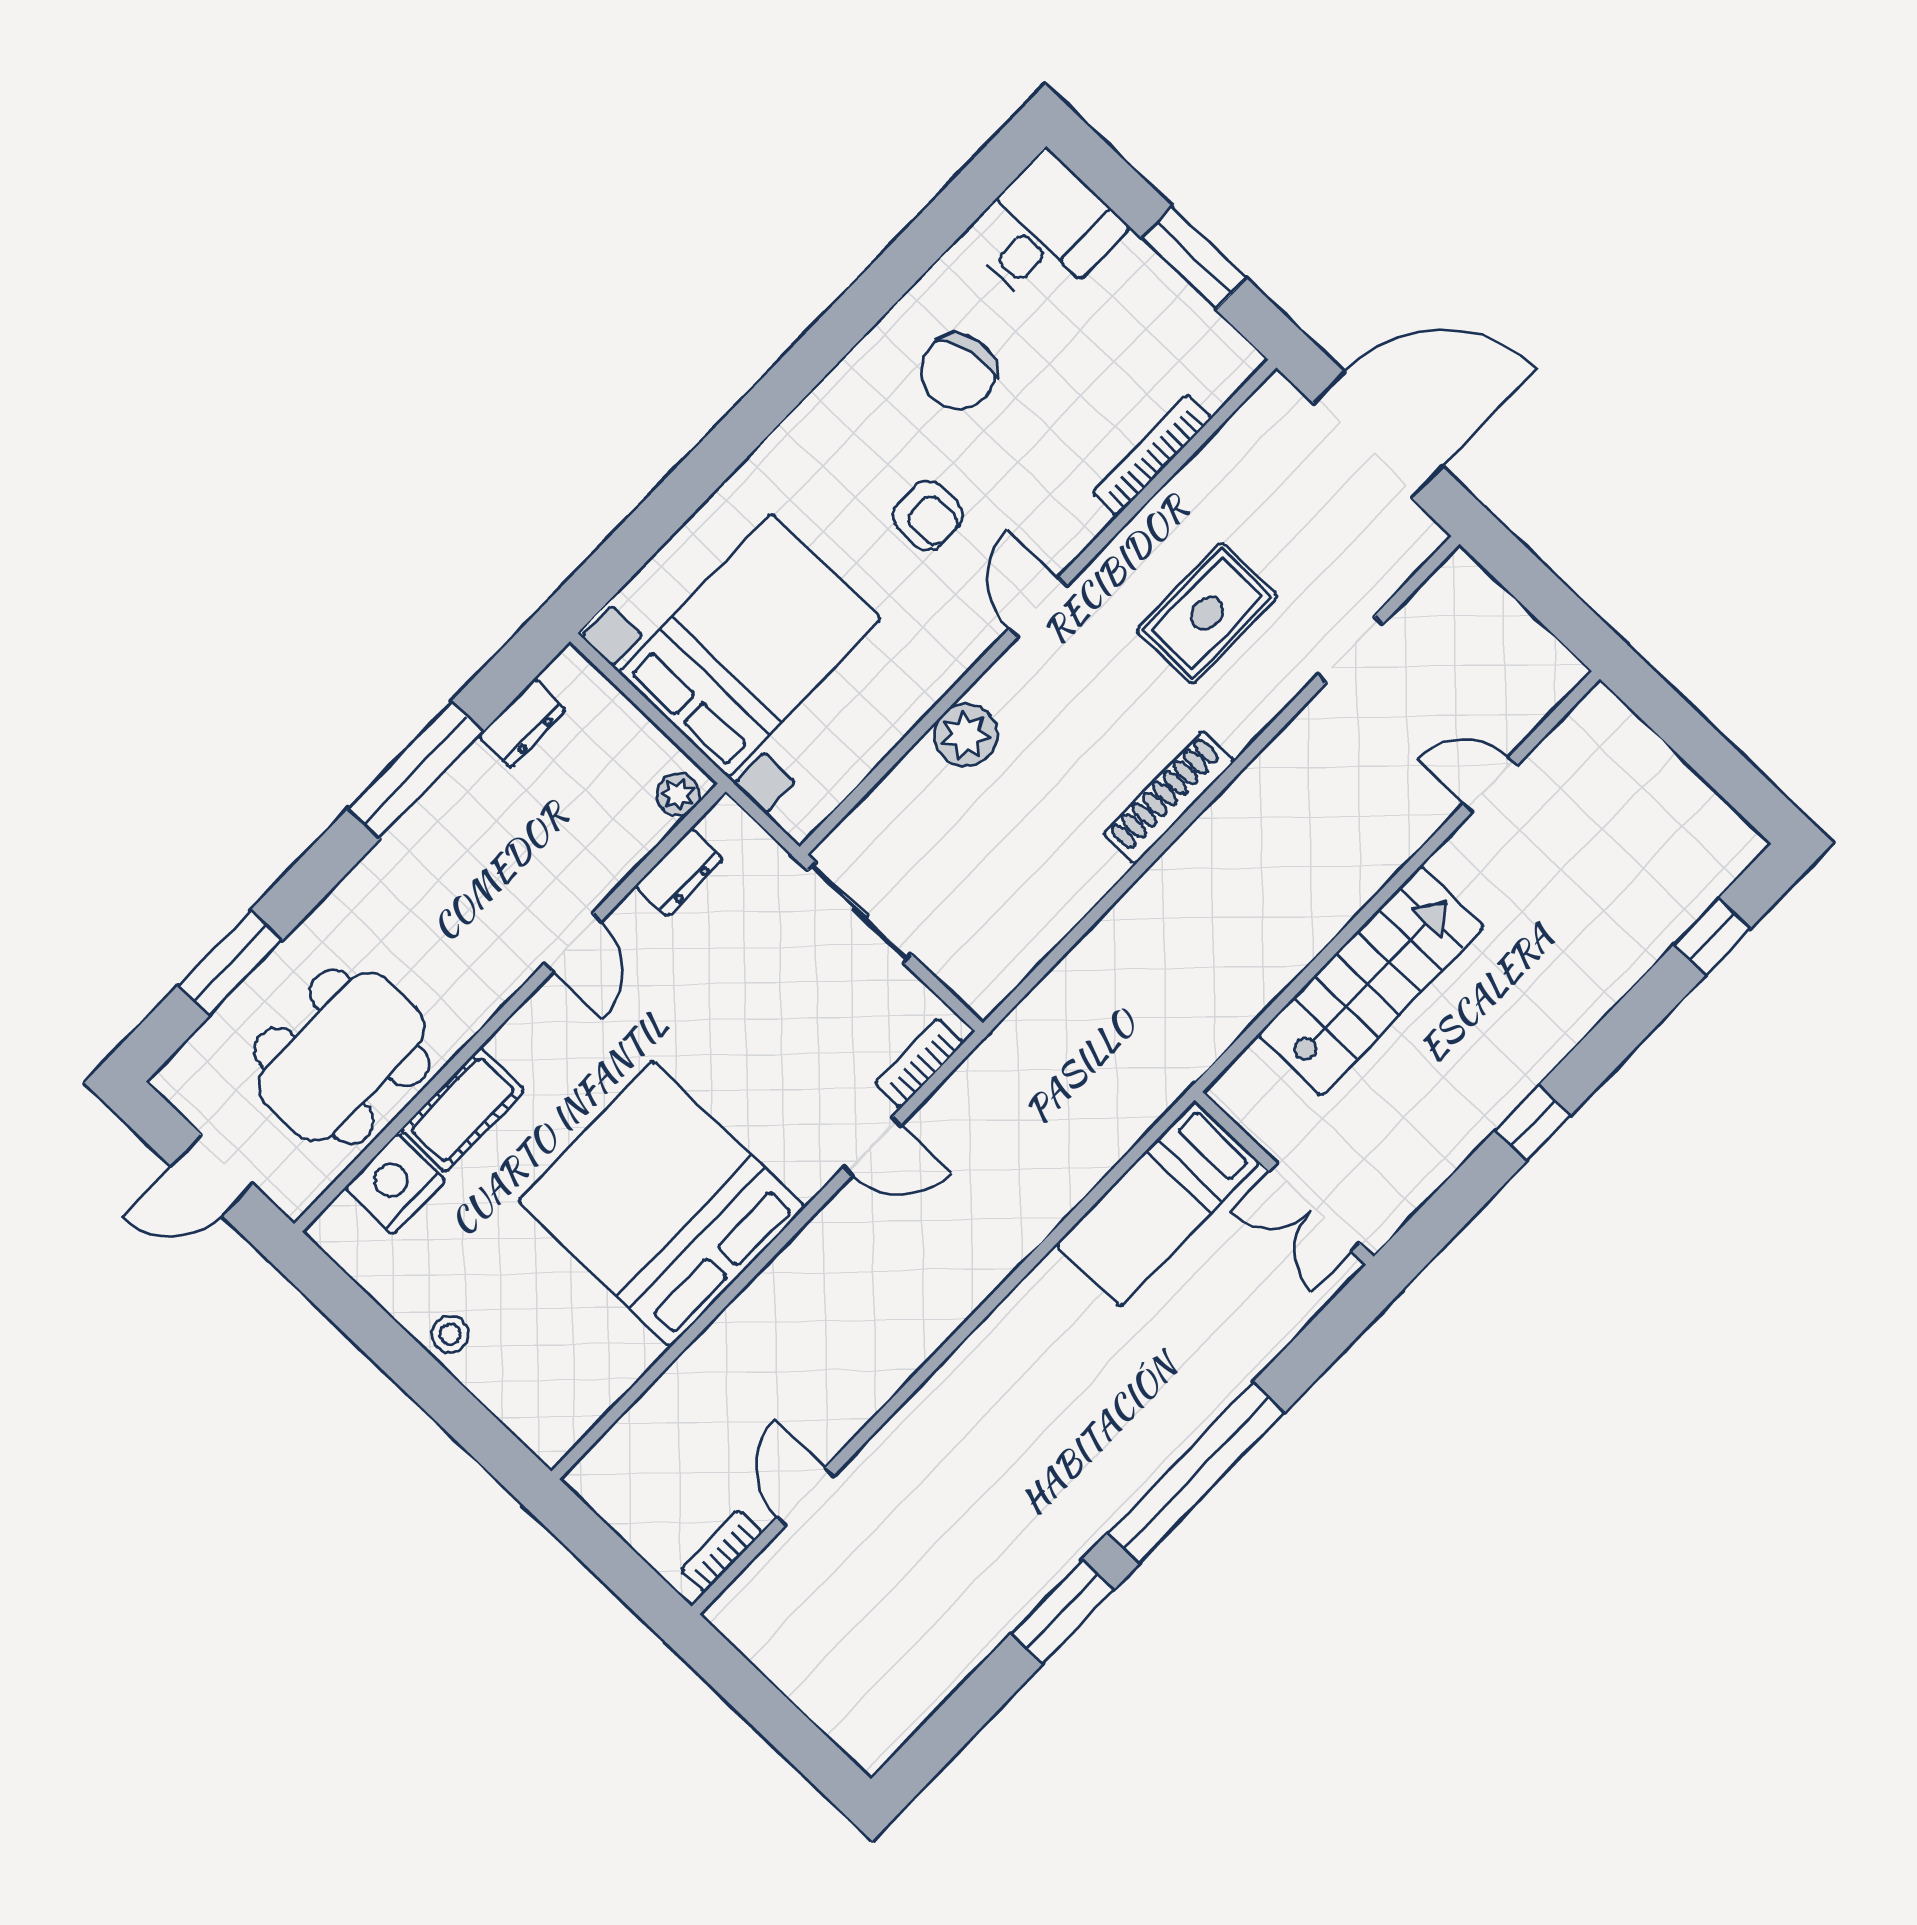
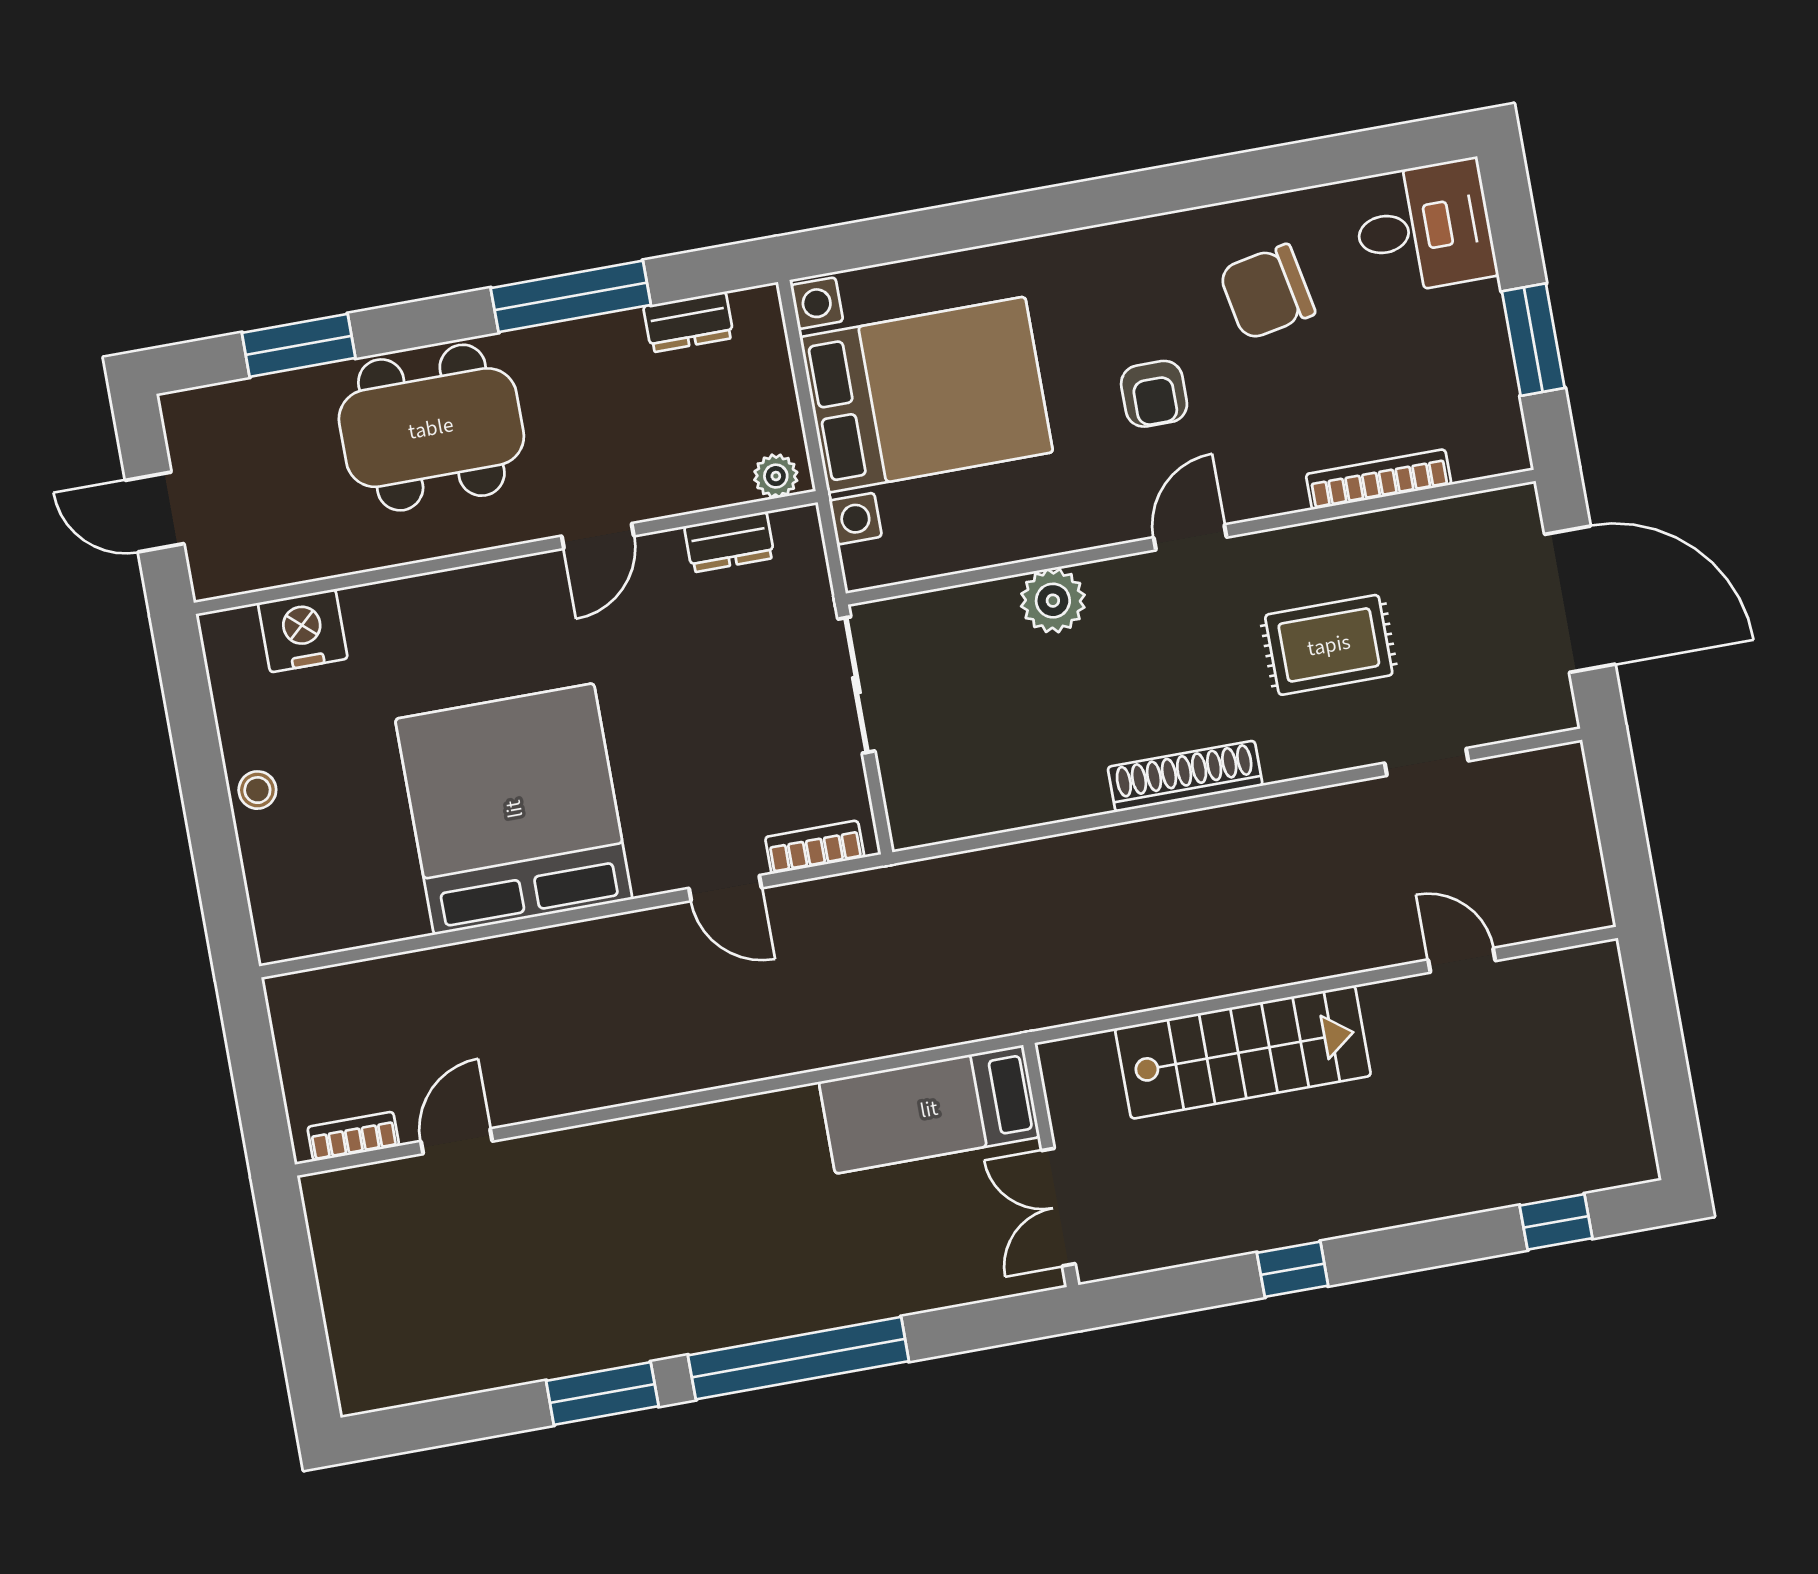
dining table: (342, 1057) -> (431, 428), moved
cot: (463, 1110) -> (404, 609), removed

